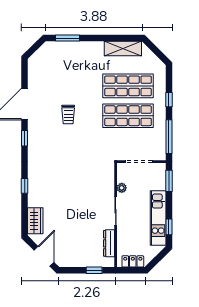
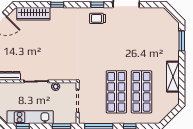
shelving: (123, 49) -> (173, 77), moved
trolley: (68, 114) -> (98, 18), moved
wardrobe: (35, 221) -> (33, 14), width x1.50

